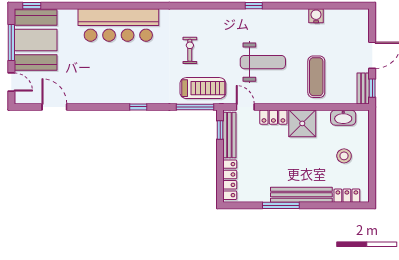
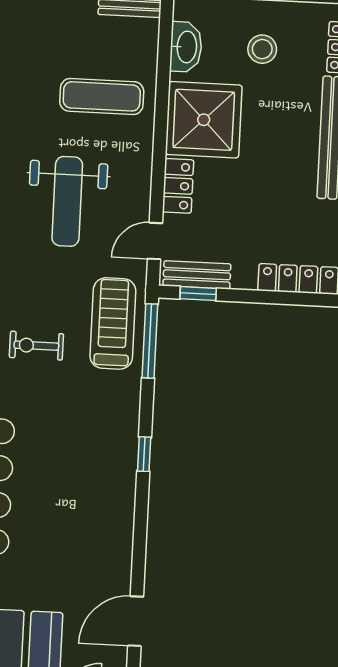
weight bench: (263, 62) -> (67, 201), turned 180
shower: (302, 123) -> (204, 120), width x1.37, depth x1.37
bench: (229, 135) -> (197, 275), width x0.73

